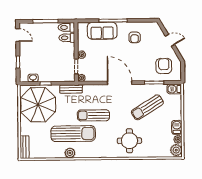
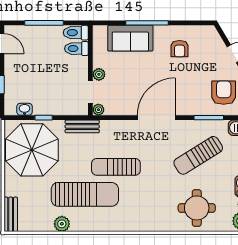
door: (120, 83) -> (156, 118), hinge flipped
round table: (129, 141) -> (197, 208), moved
plant: (70, 153) -> (62, 224), moved

